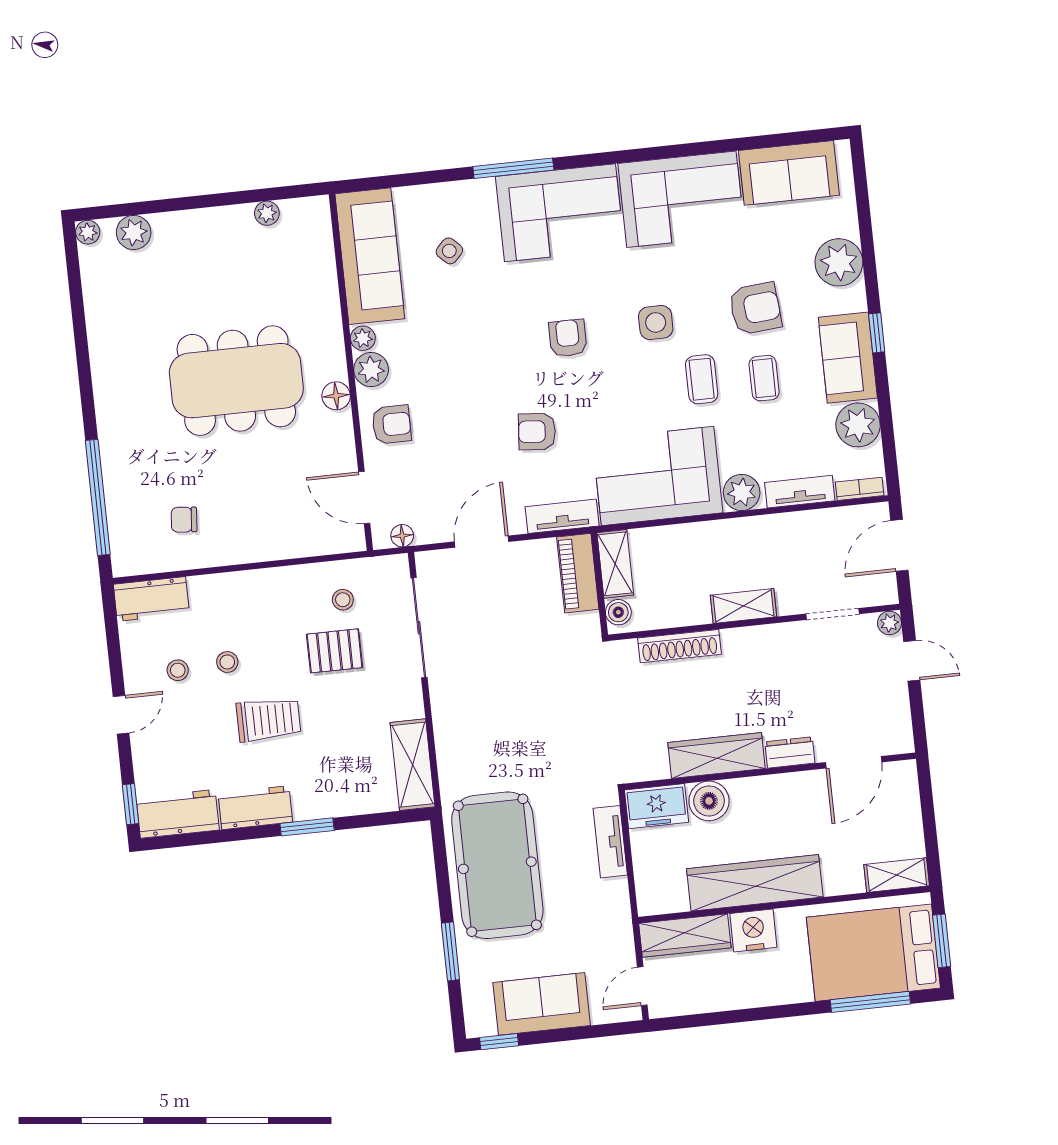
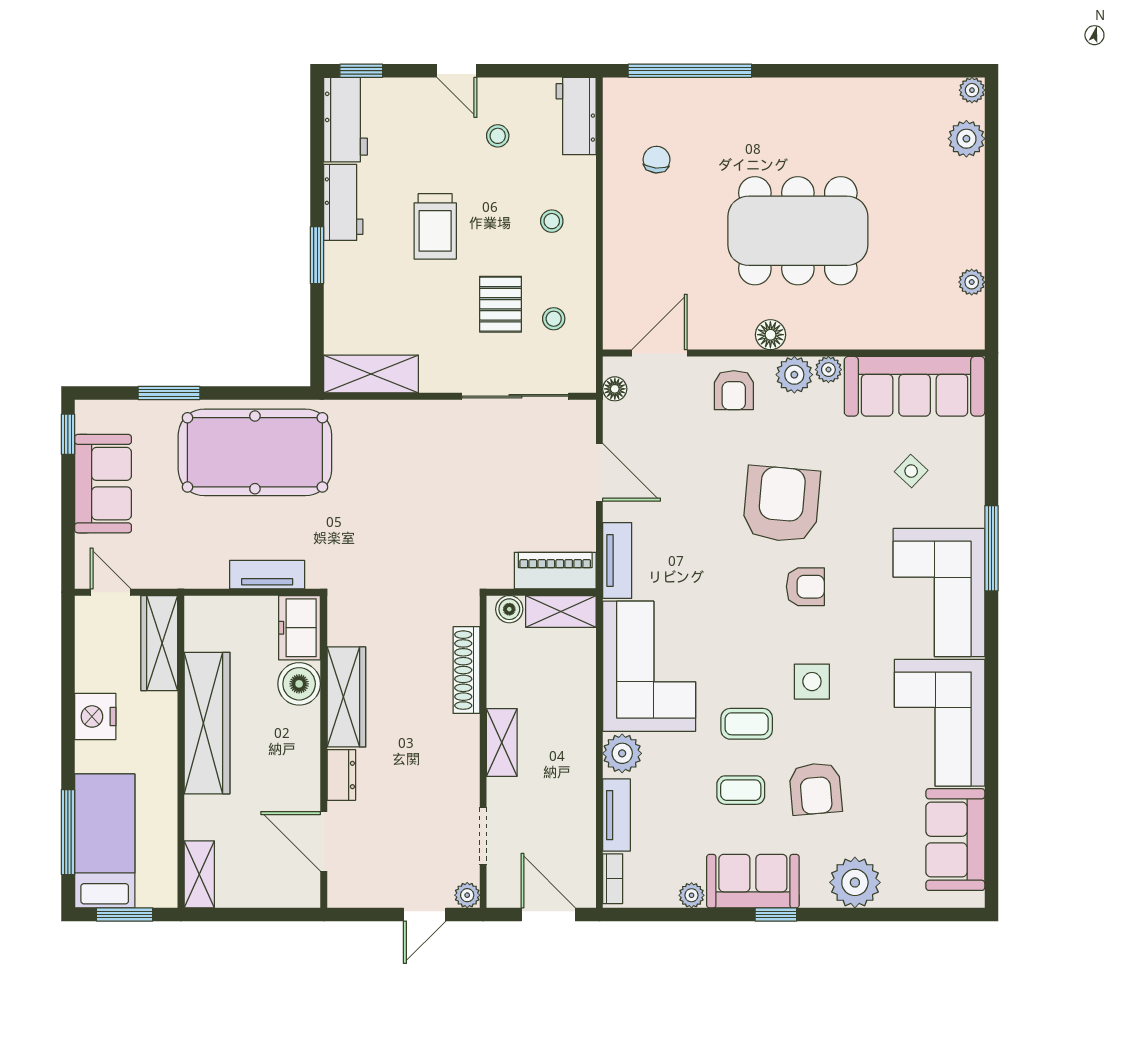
dining table: (236, 381) -> (798, 231), turned 90
plant: (858, 425) -> (692, 895), width x0.53, depth x0.53
armchair: (537, 432) -> (781, 504), moved, width x1.88, depth x1.88
stool: (227, 662) -> (552, 221), moved
nightstand: (753, 930) -> (95, 716), moved, turned 180
bed: (873, 953) -> (105, 841), width x0.67

